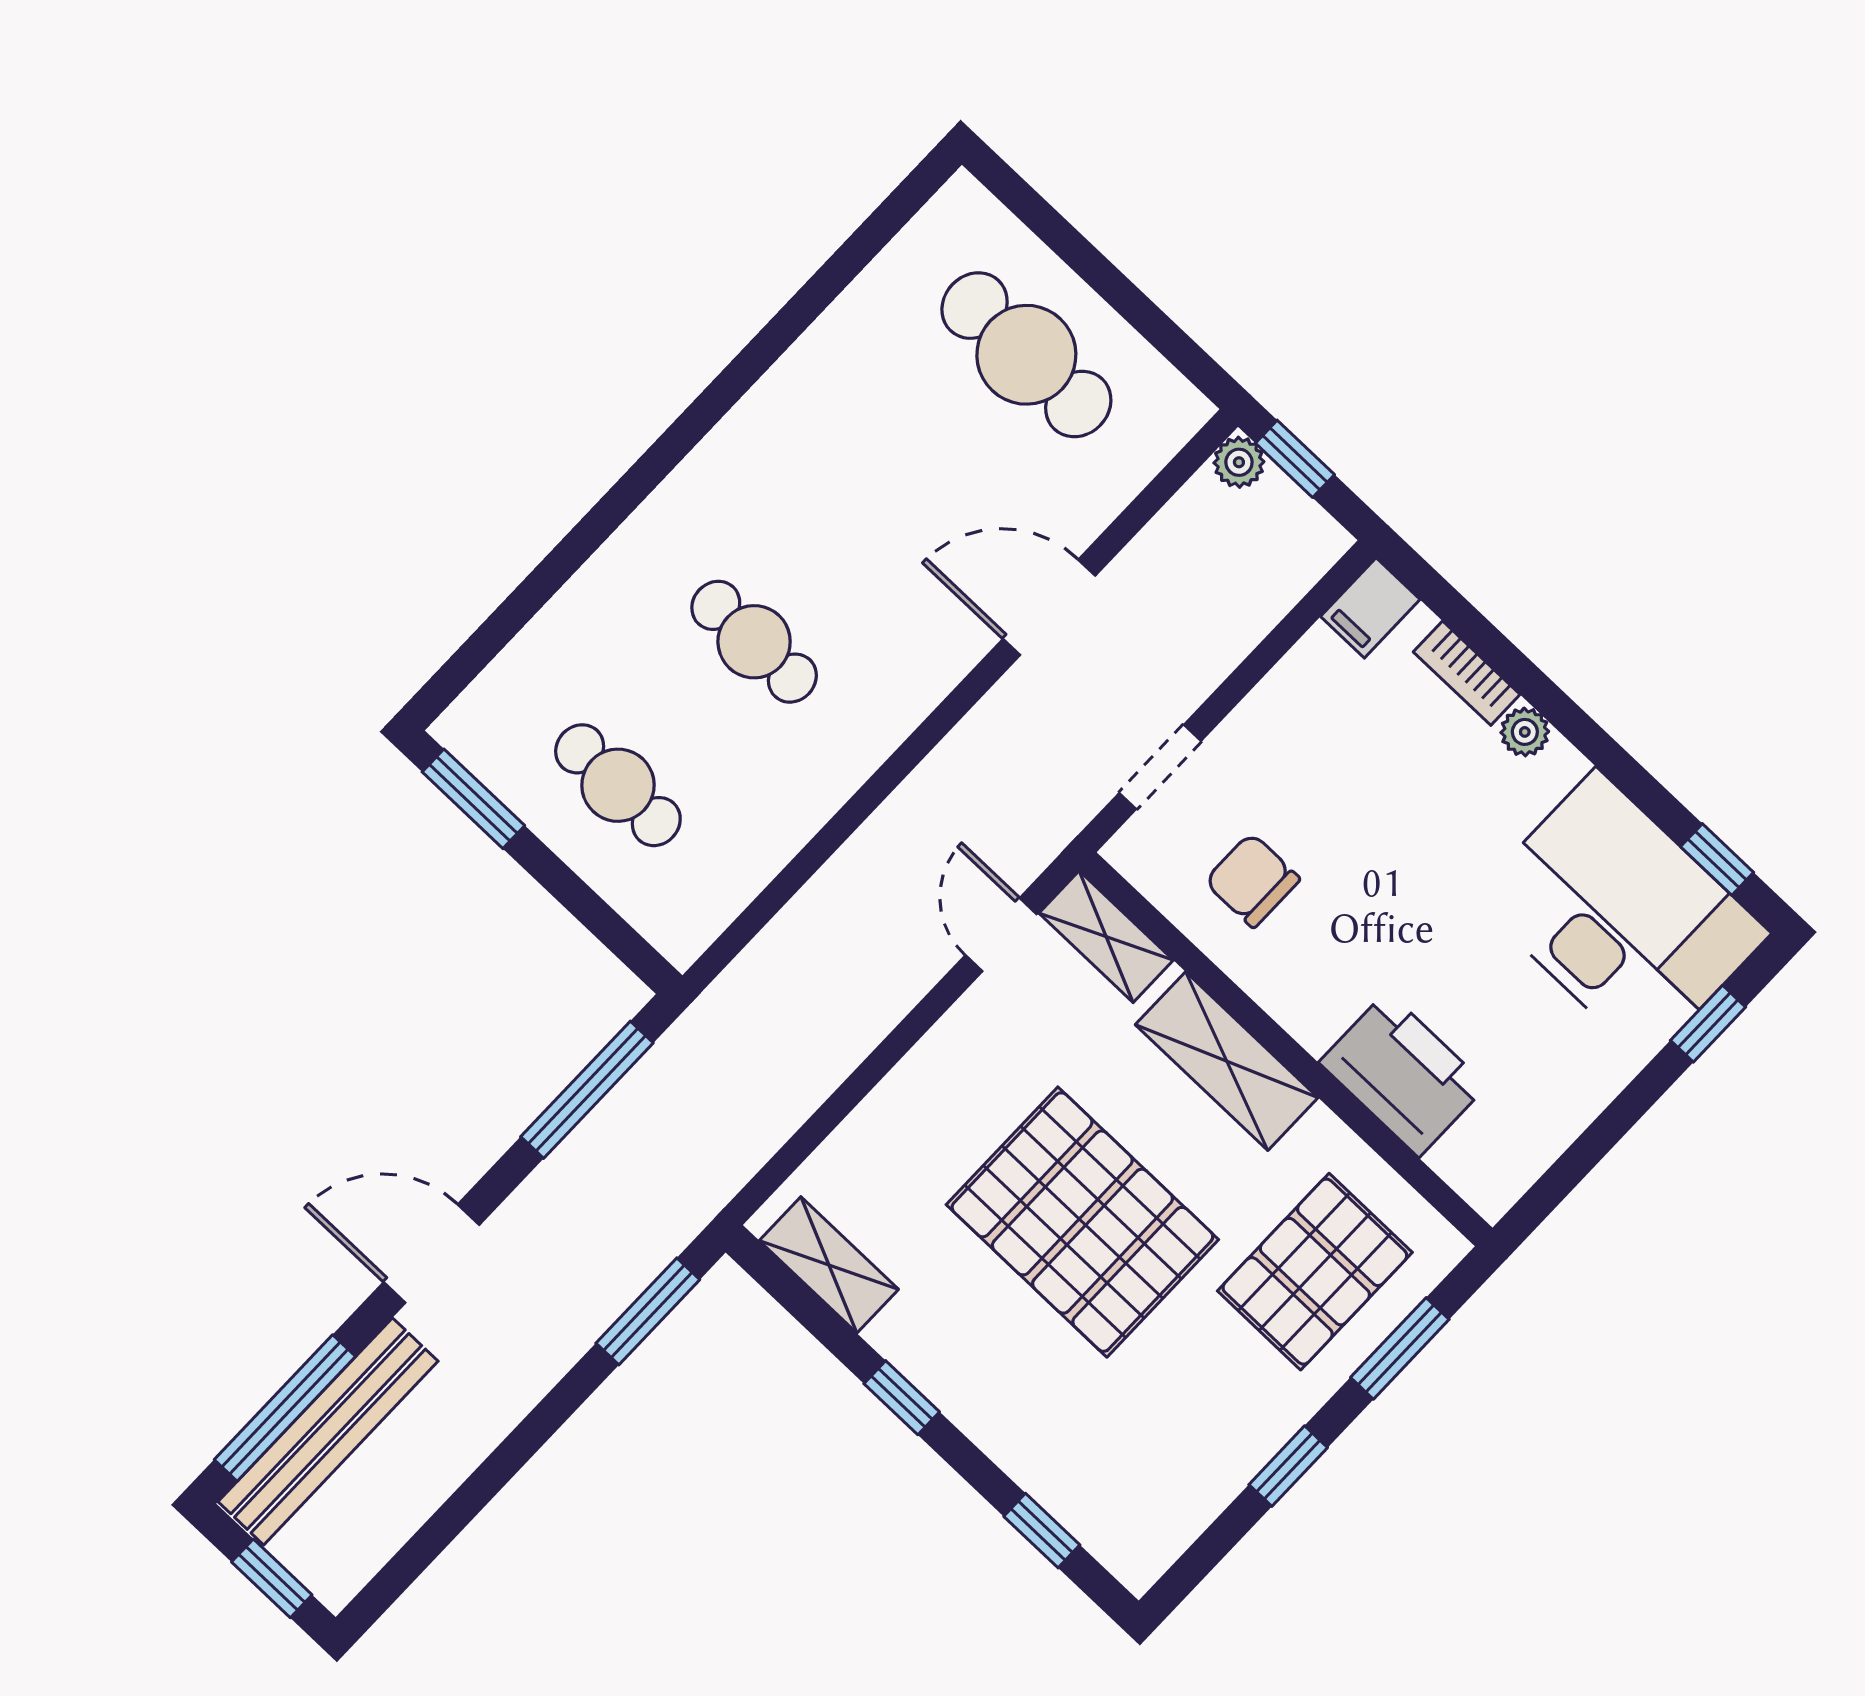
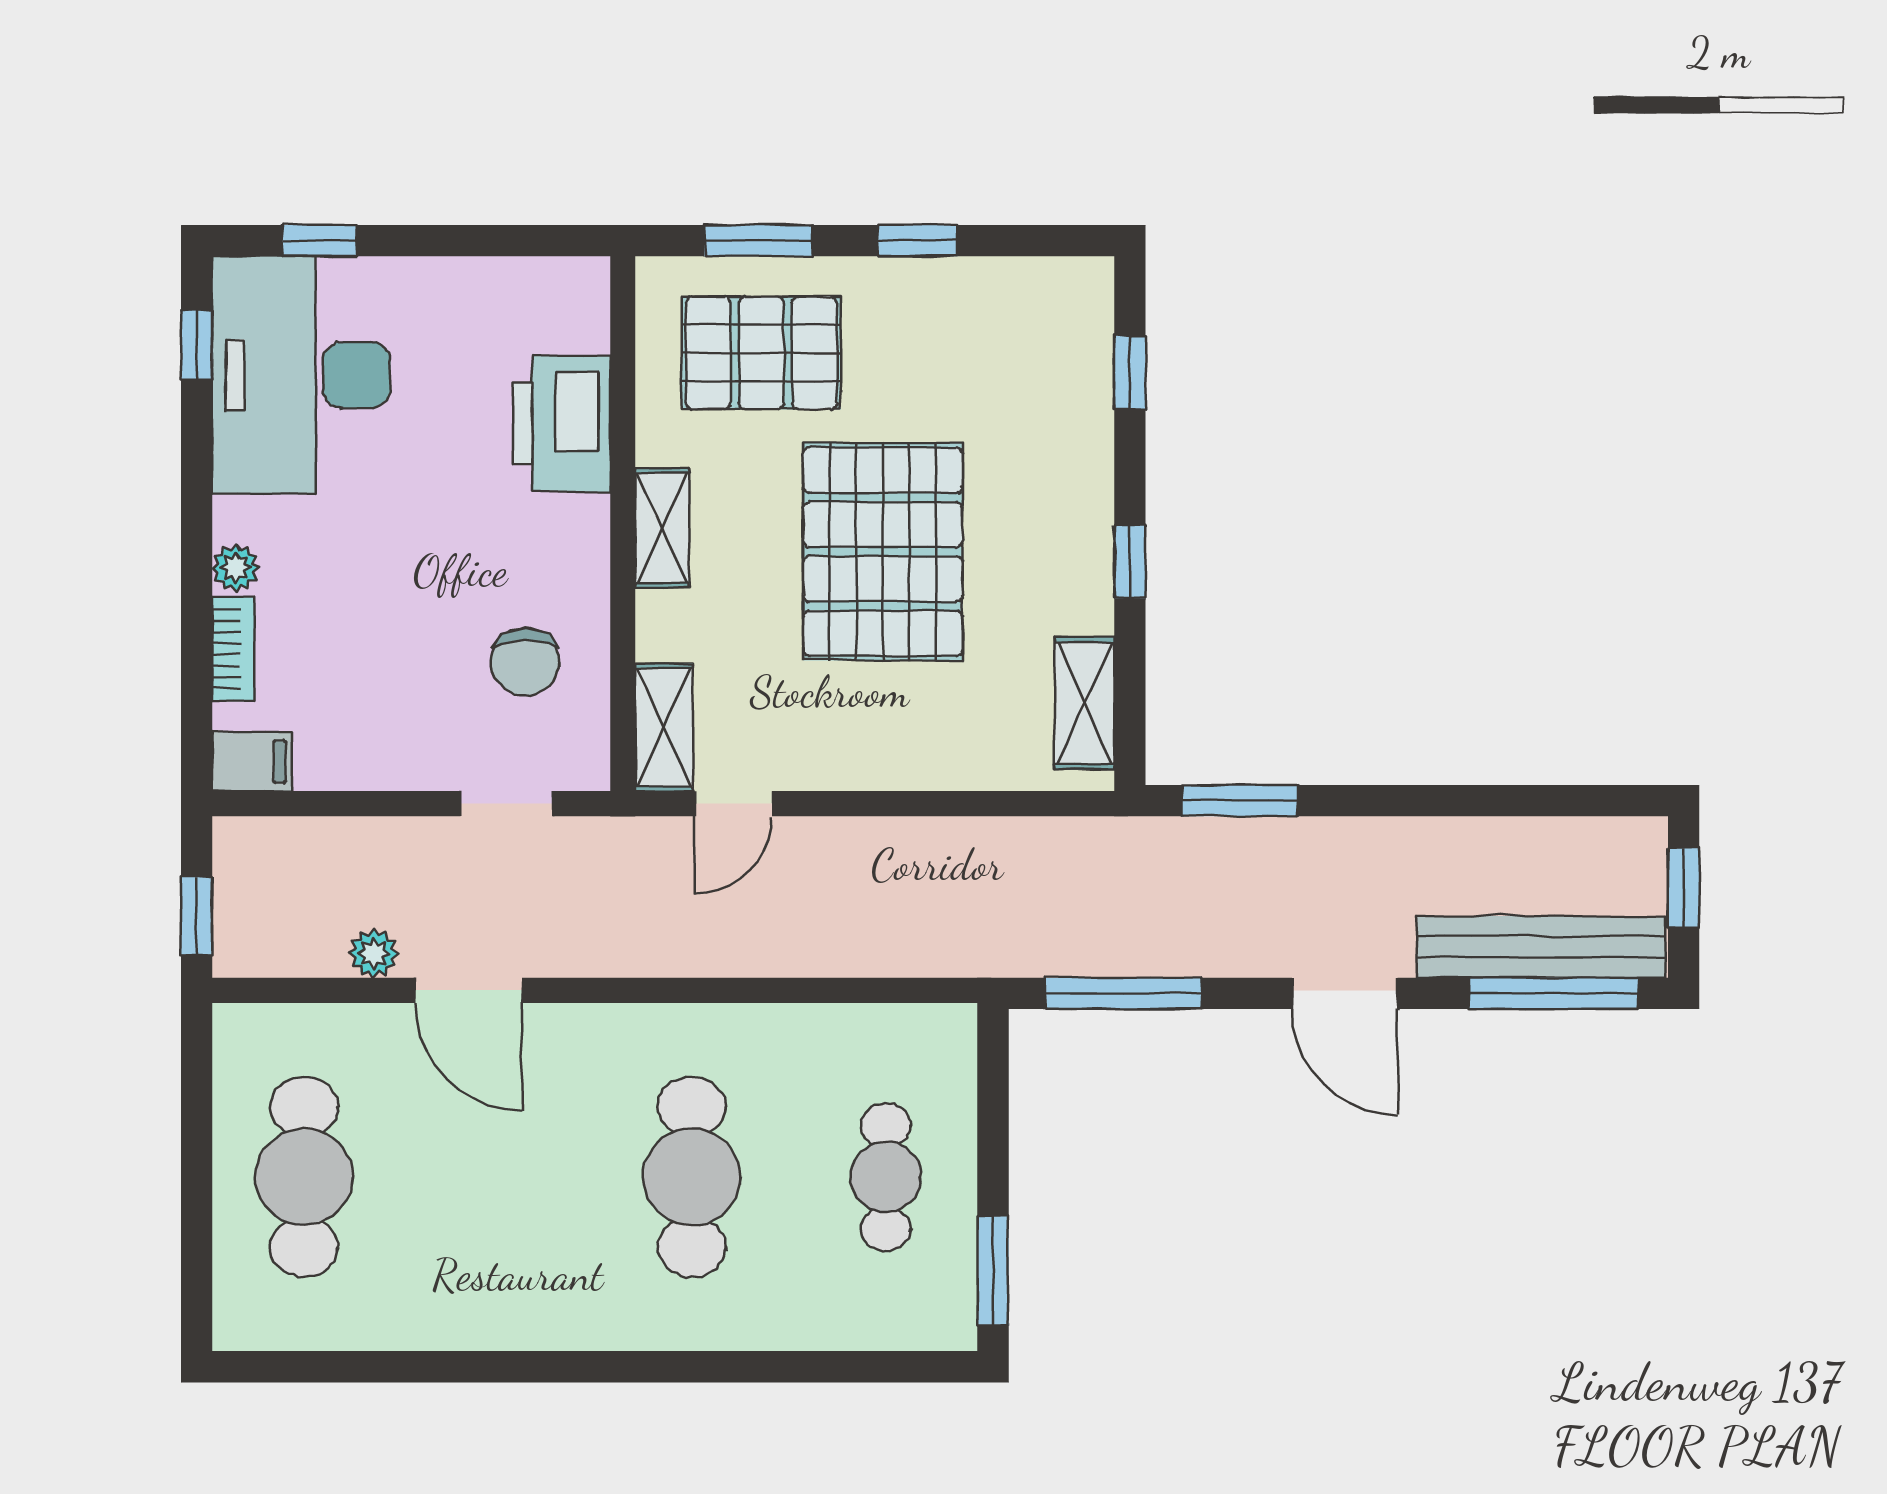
plant: (1239, 462) -> (374, 953), moved
cafe table: (754, 642) -> (692, 1177), width x1.37, depth x1.35
shelving: (1227, 1061) -> (662, 528), width x0.67, depth x0.75

